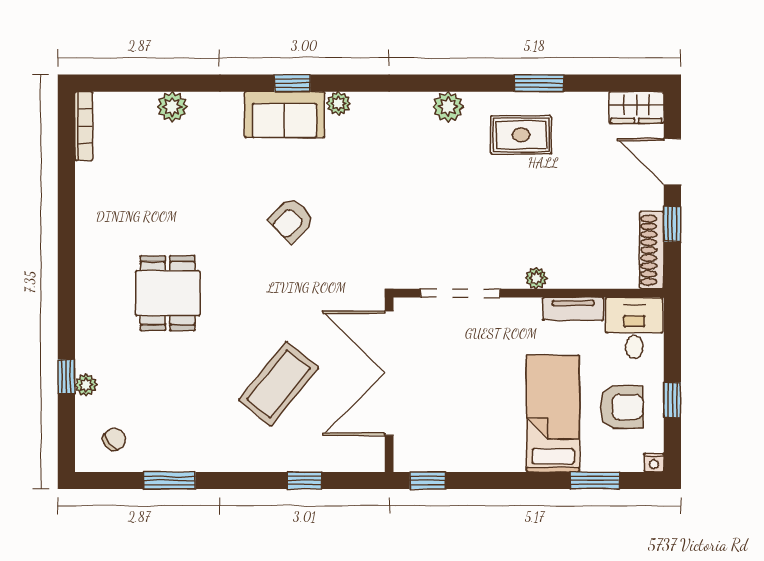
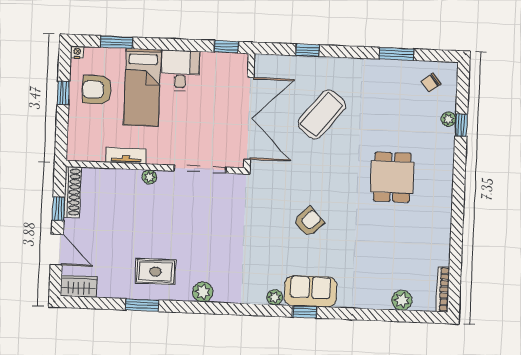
plant: (172, 107) -> (402, 300), moved
desk: (634, 328) -> (180, 71), moved, turned 180

